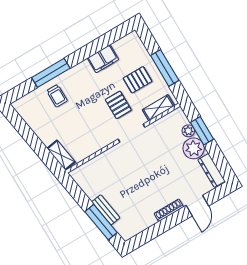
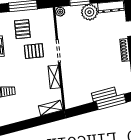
shelving: (158, 108) -> (54, 77), moved
plant: (188, 131) -> (60, 12), moved

